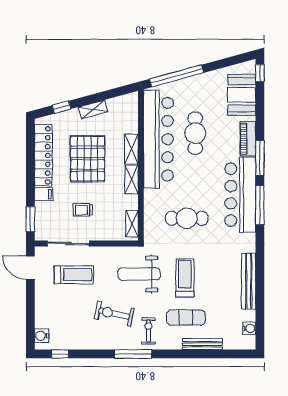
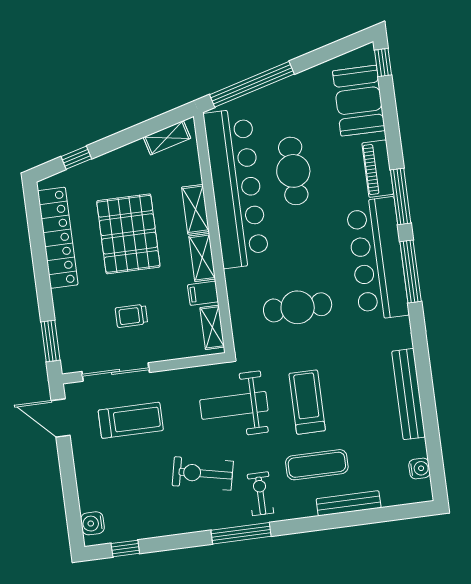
shelving: (93, 109) -> (167, 138), moved
filing cabinet: (44, 194) -> (203, 293), moved, turned 180

